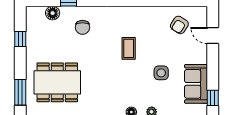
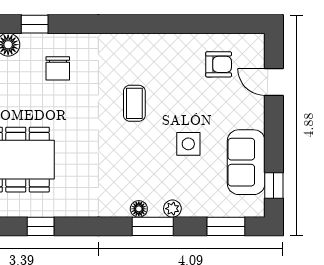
armchair: (179, 25) -> (219, 64), turned -123

